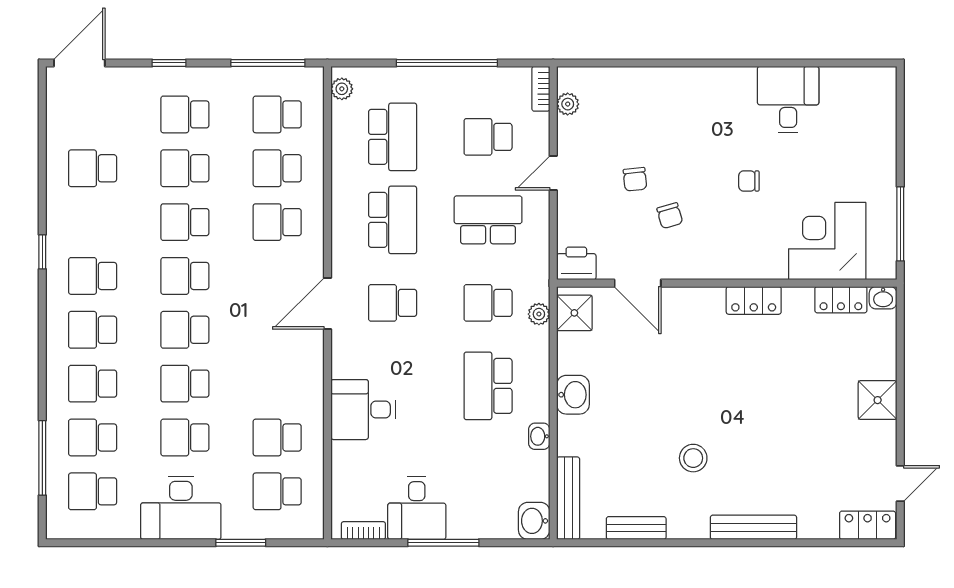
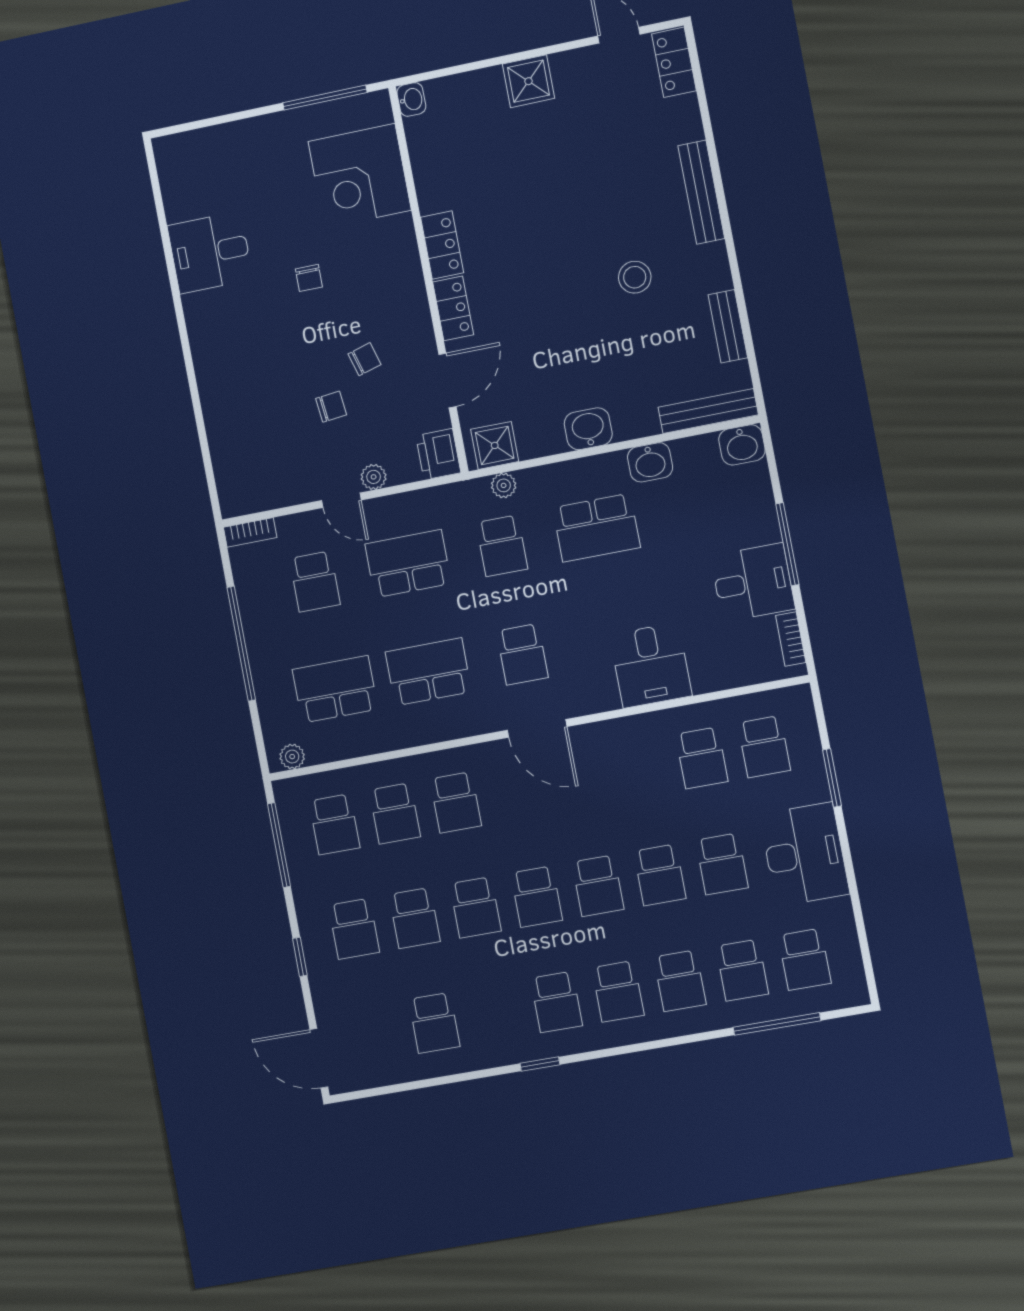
plant: (568, 104) -> (374, 477), moved
school desk: (488, 220) -> (408, 564), turned 90
locker: (841, 300) -> (453, 308), moved
washbasin: (539, 436) -> (650, 462), width x1.38, depth x1.45

